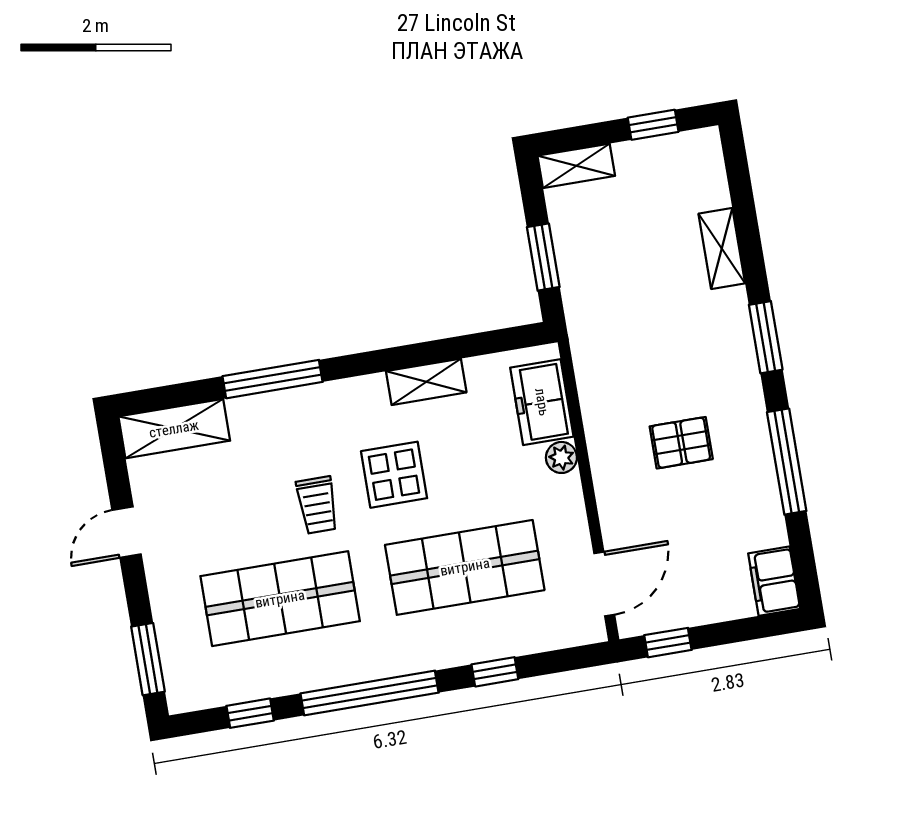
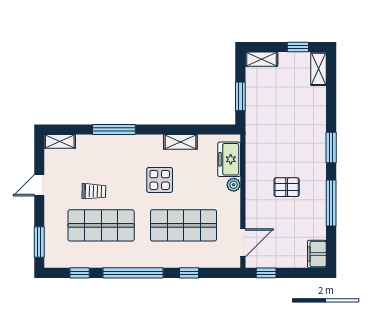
shelving: (722, 249) -> (319, 69), moved
shelving: (174, 429) -> (60, 141), width x0.67, depth x0.75
trolley: (317, 505) -> (94, 191), moved, turned -89

